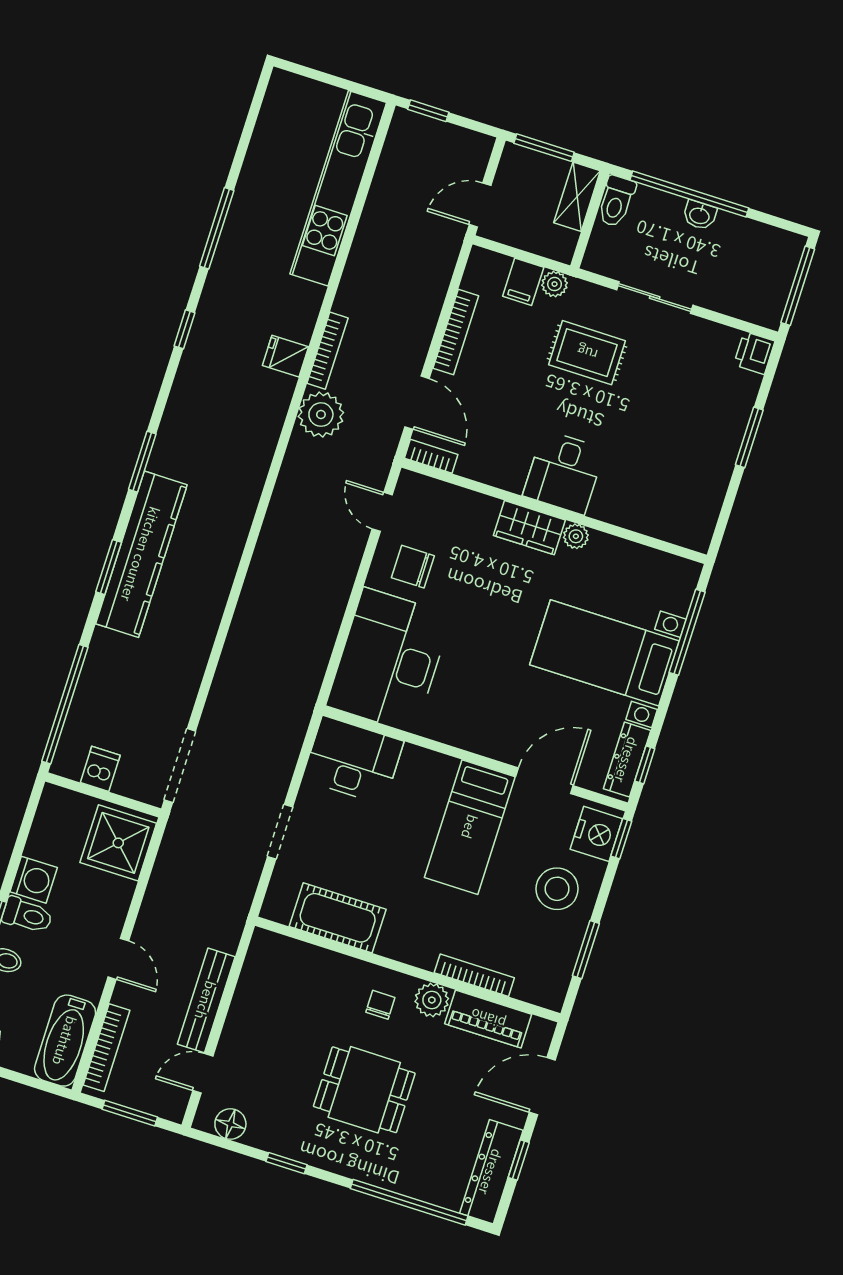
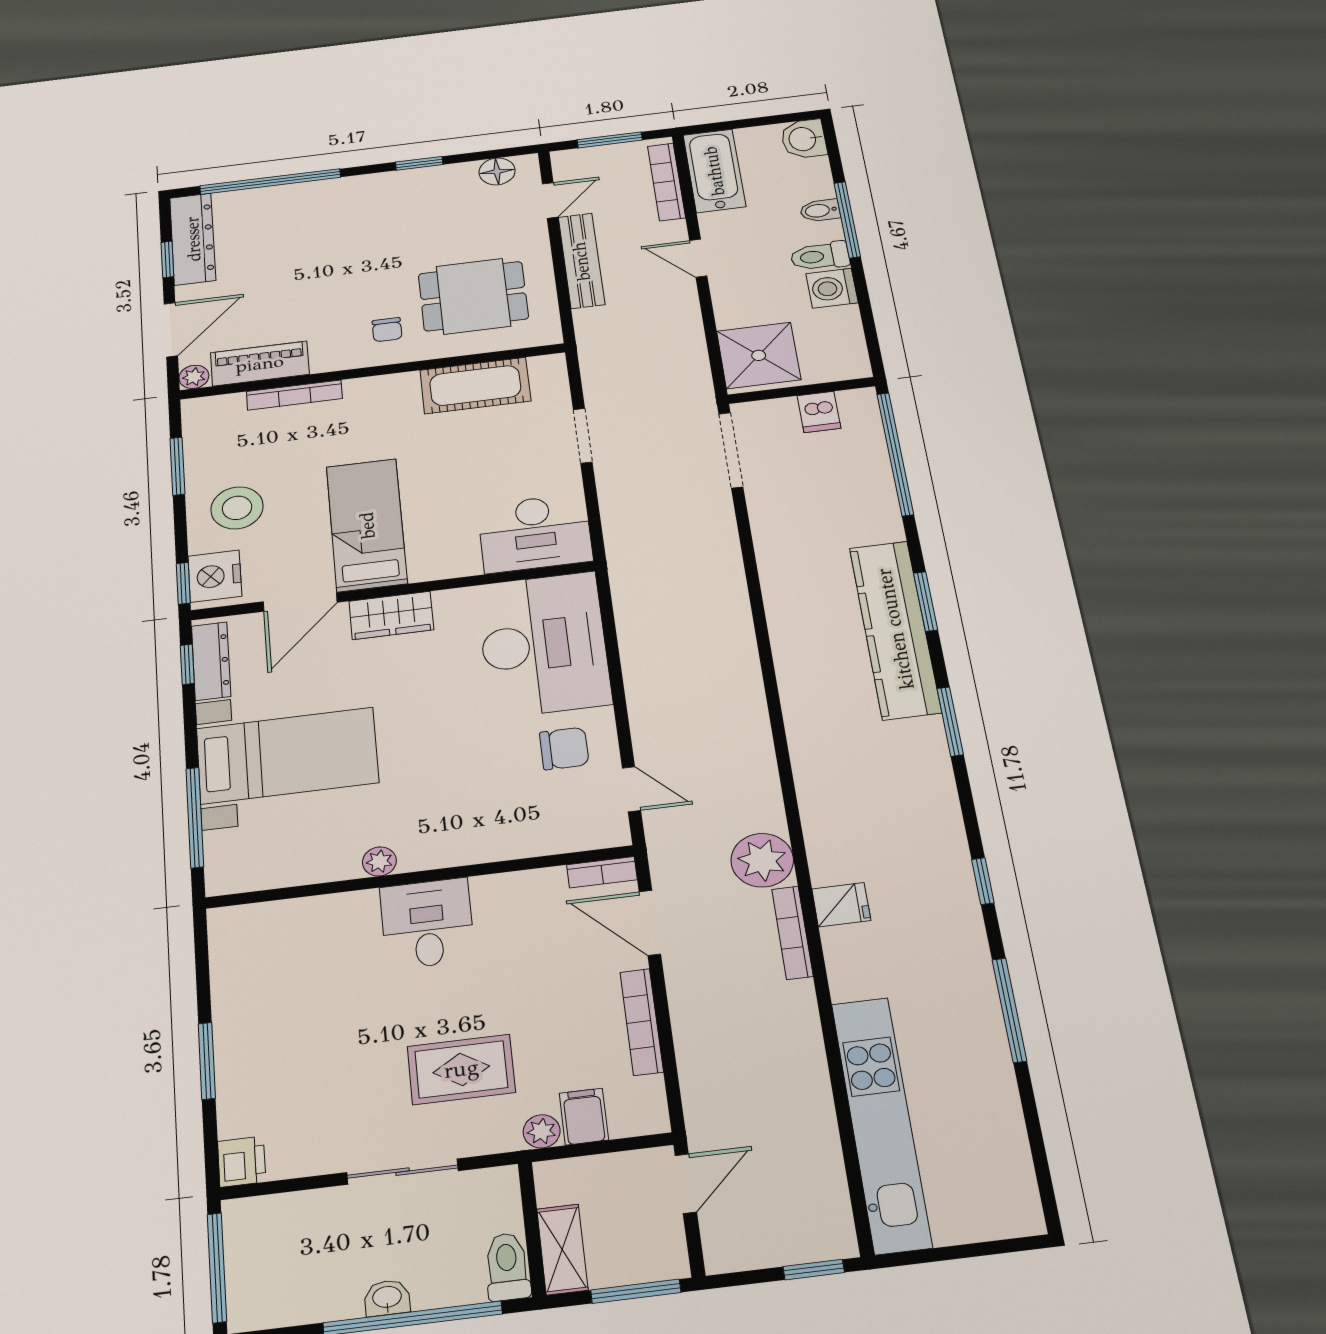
wardrobe: (529, 528) -> (391, 615), moved, turned 180
plant: (432, 1000) -> (194, 377), moved, width x0.73, depth x0.73
dining table: (364, 1090) -> (473, 296), moved

